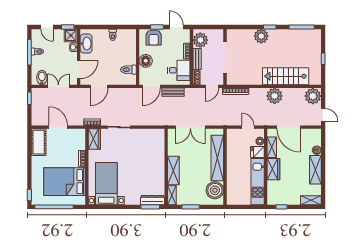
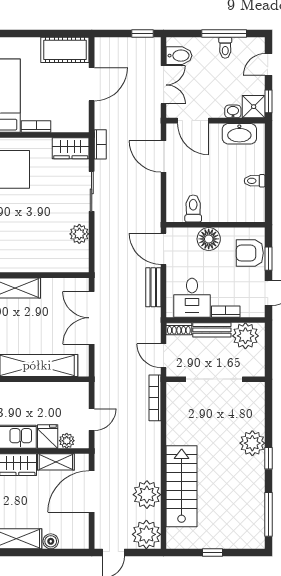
plant: (275, 96) -> (147, 495), moved
plant: (143, 134) -> (79, 234), added

